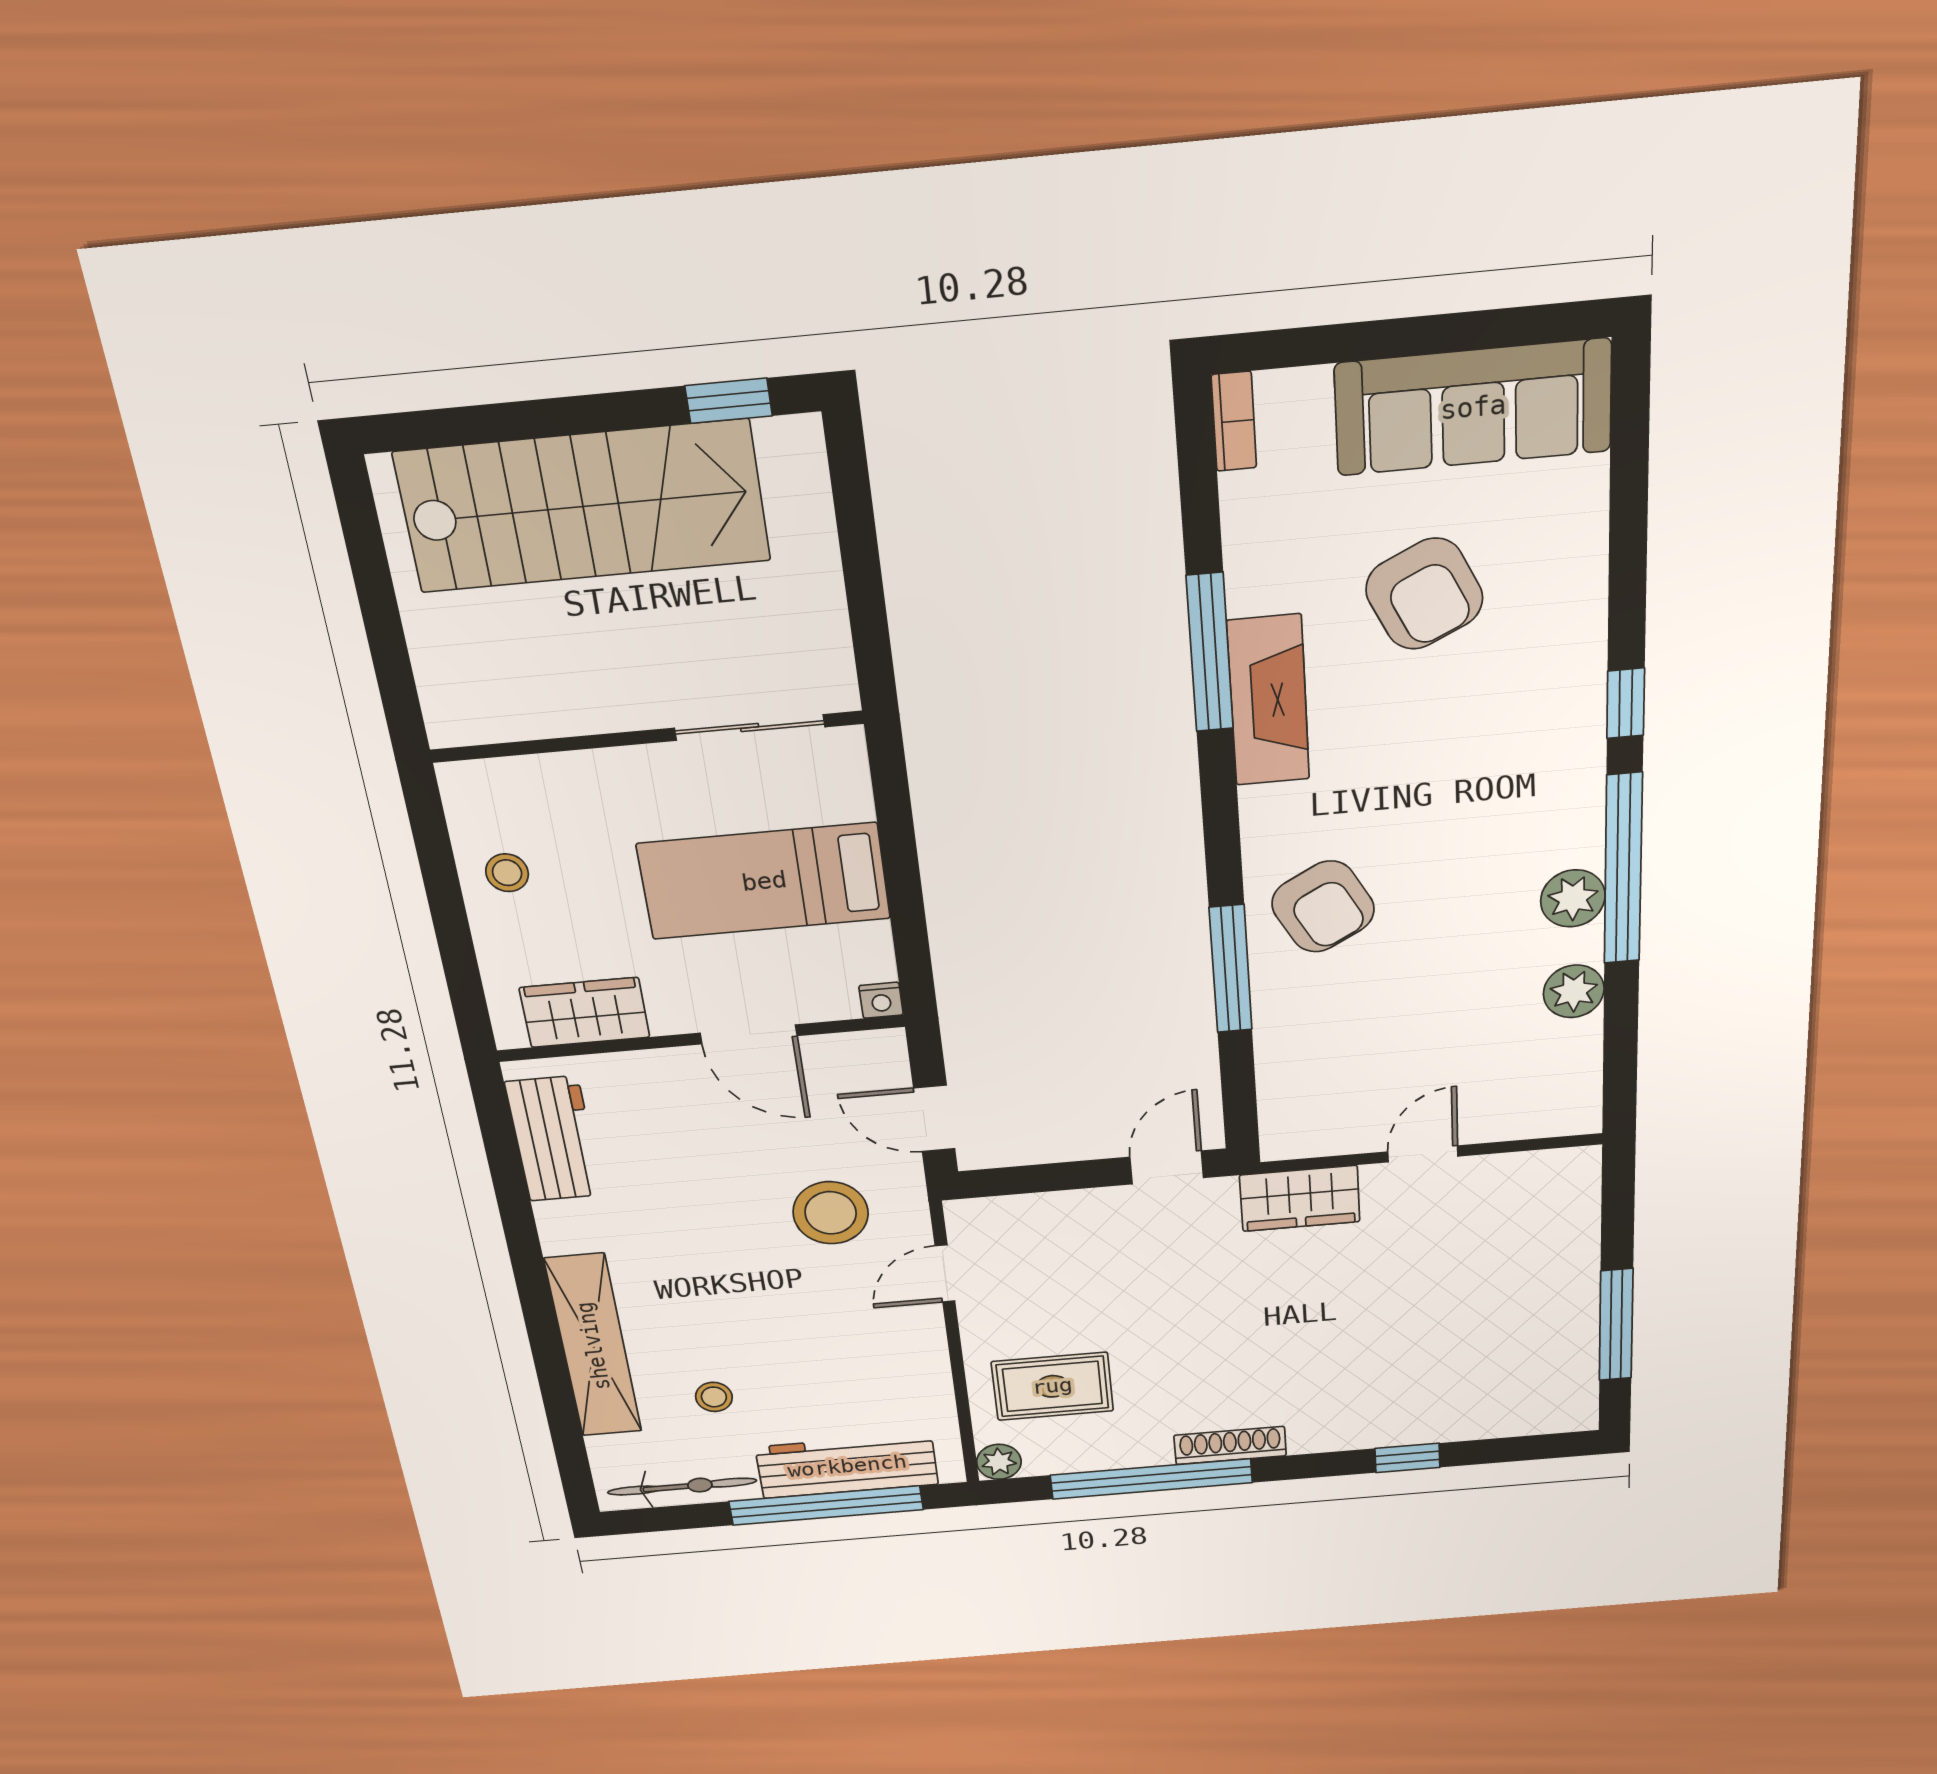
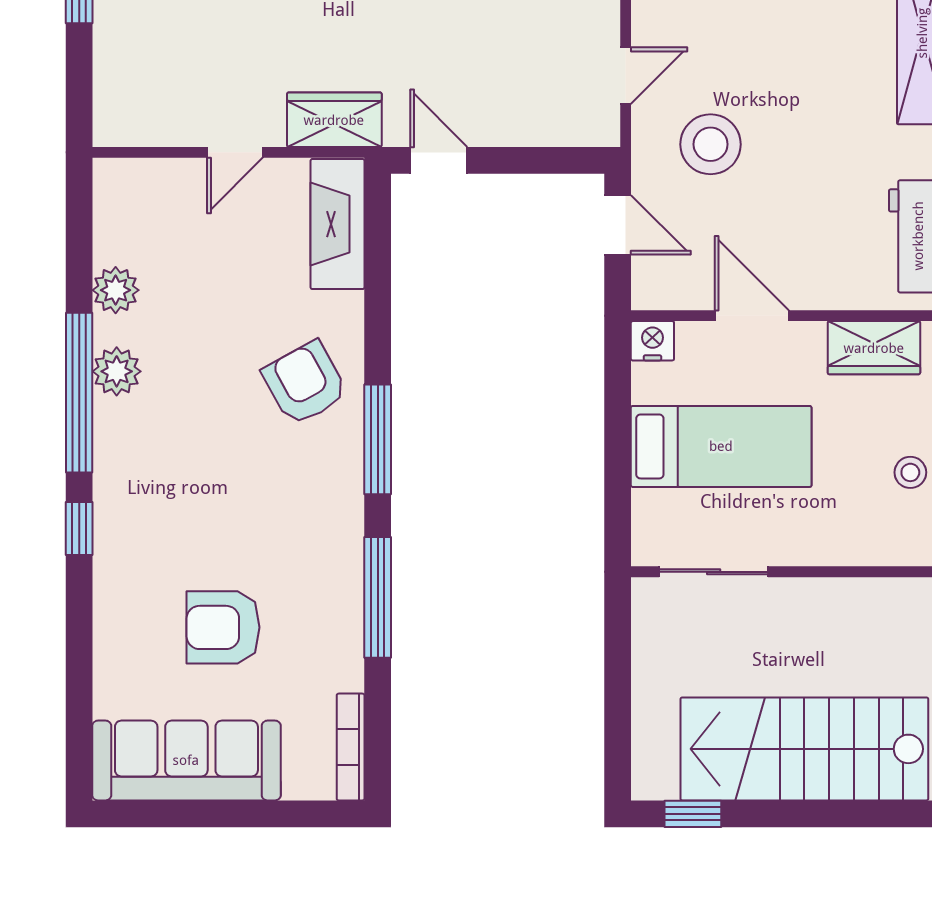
bookcase: (1234, 421) -> (351, 747), width x1.56
armchair: (1424, 594) -> (223, 627), turned -64
fireplace: (1268, 700) -> (337, 224), moved
window: (1231, 969) -> (378, 439), moved
nightstand: (881, 1000) -> (652, 341), width x1.39, depth x1.35
door: (1167, 1167) -> (439, 160), swing flipped

